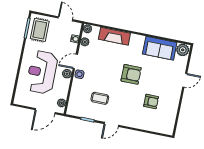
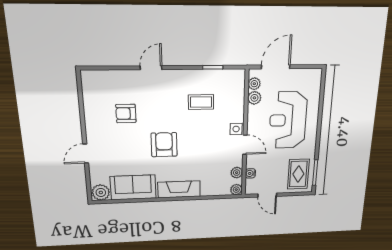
fireplace: (114, 36) -> (179, 189), moved
door: (75, 61) -> (245, 145), hinge flipped
reception desk: (42, 72) -> (288, 120), turned 180
plant: (67, 74) -> (254, 98), moved
armchair: (131, 74) -> (164, 145), turned 90
door: (111, 124) -> (151, 68), moved

